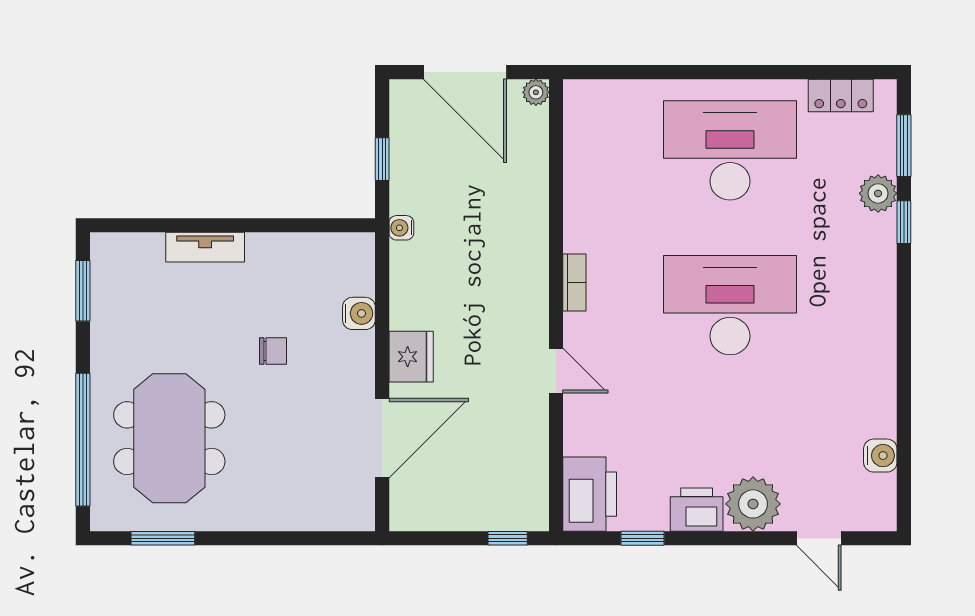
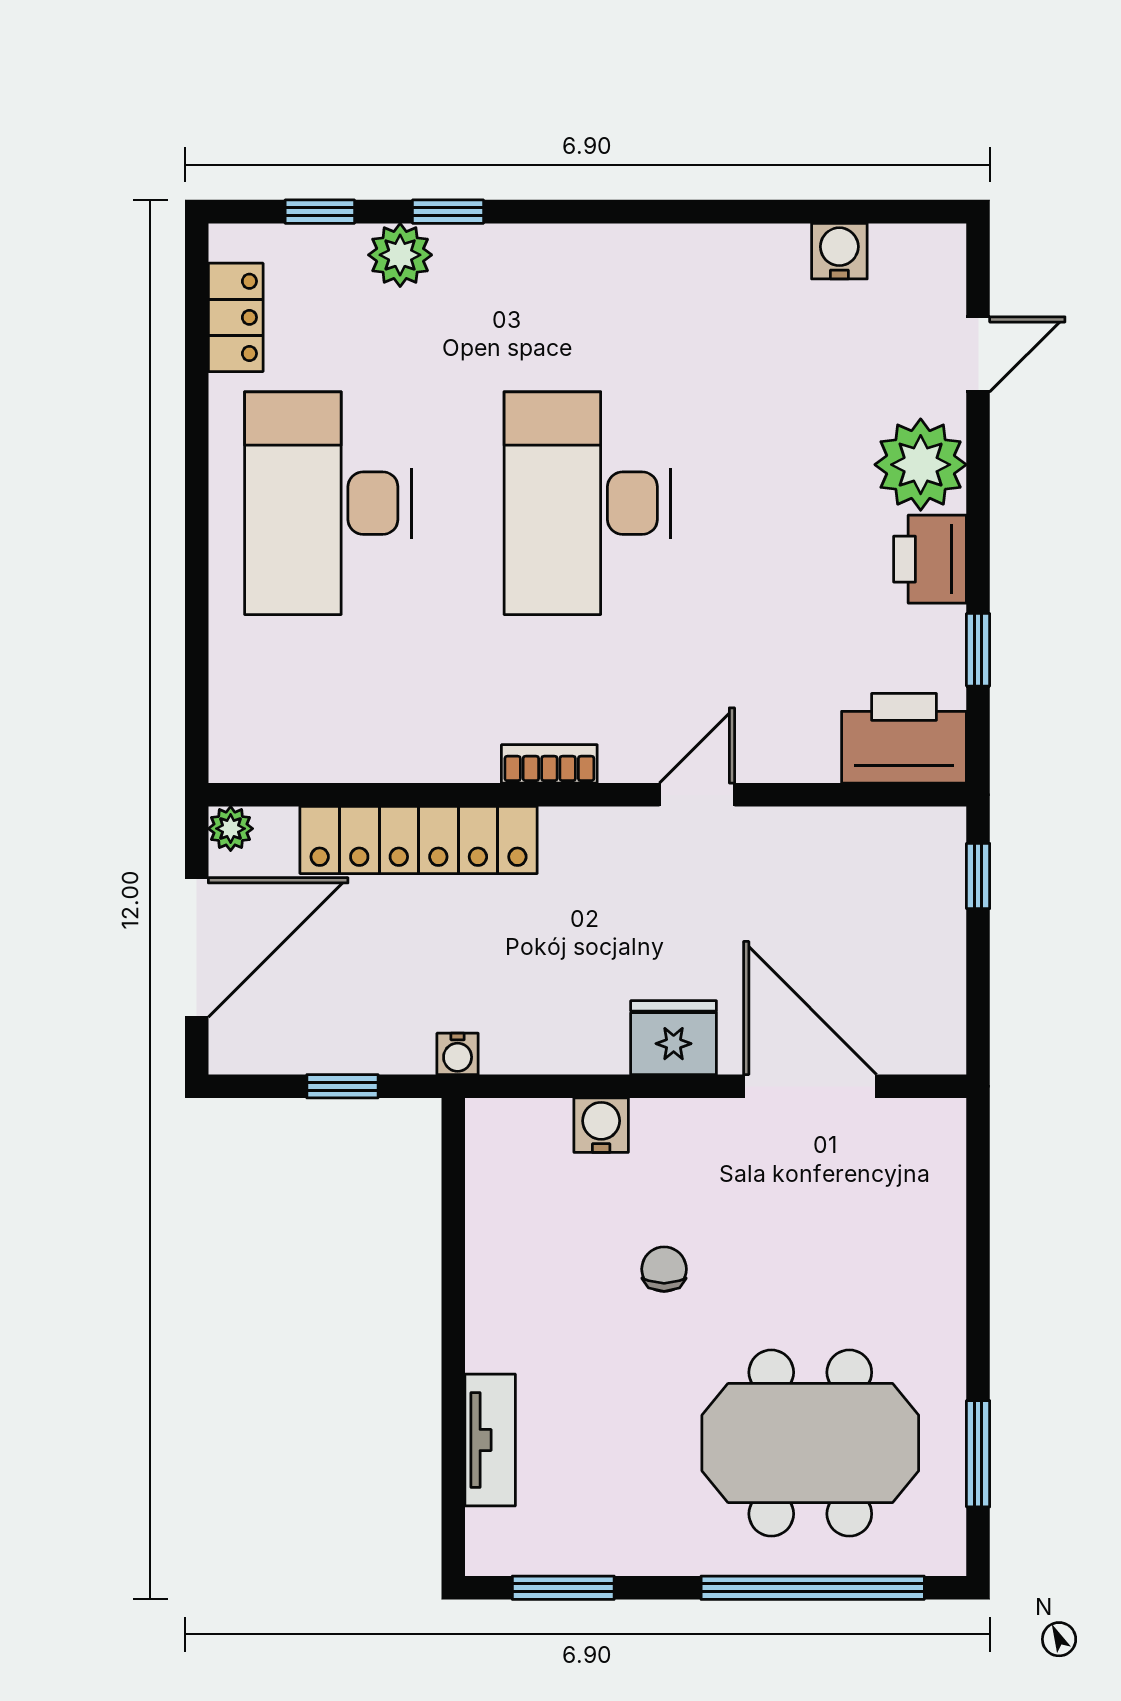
window: (904, 146) -> (320, 212), width x0.67
locker: (529, 205) -> (419, 840), added
tv unit: (205, 247) -> (490, 1440), moved

